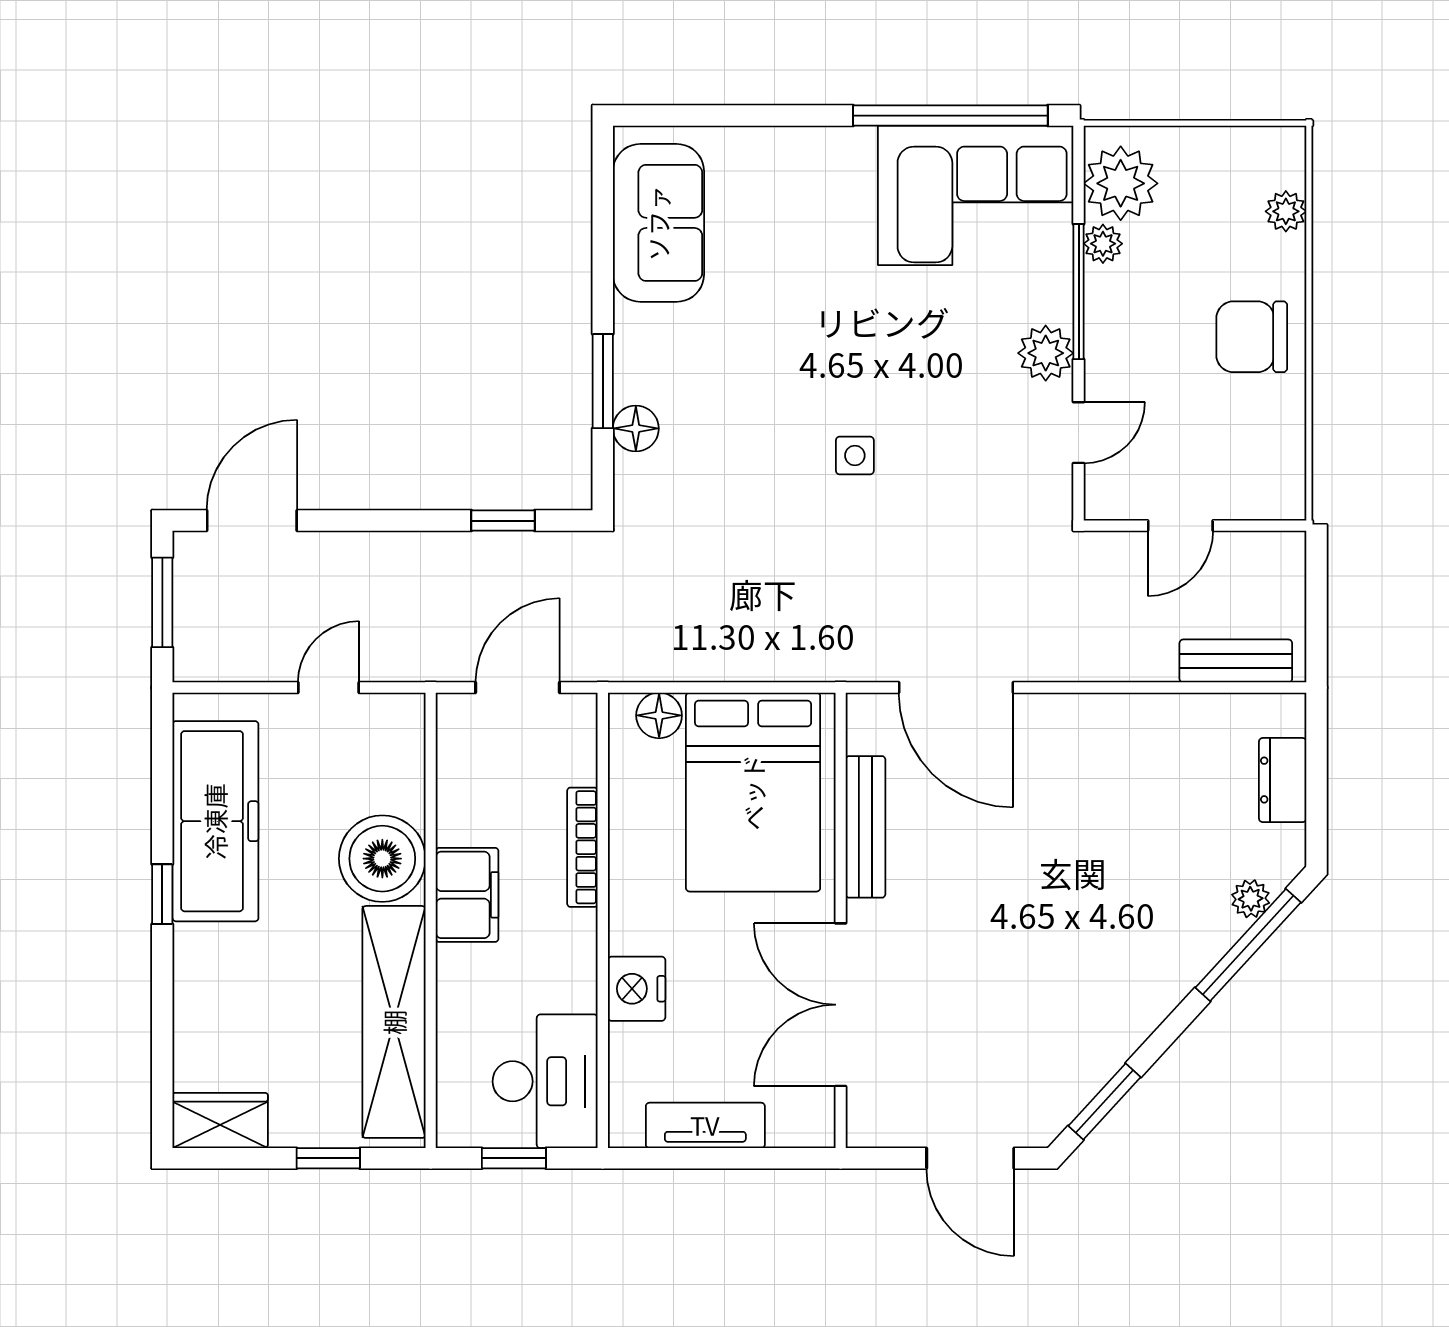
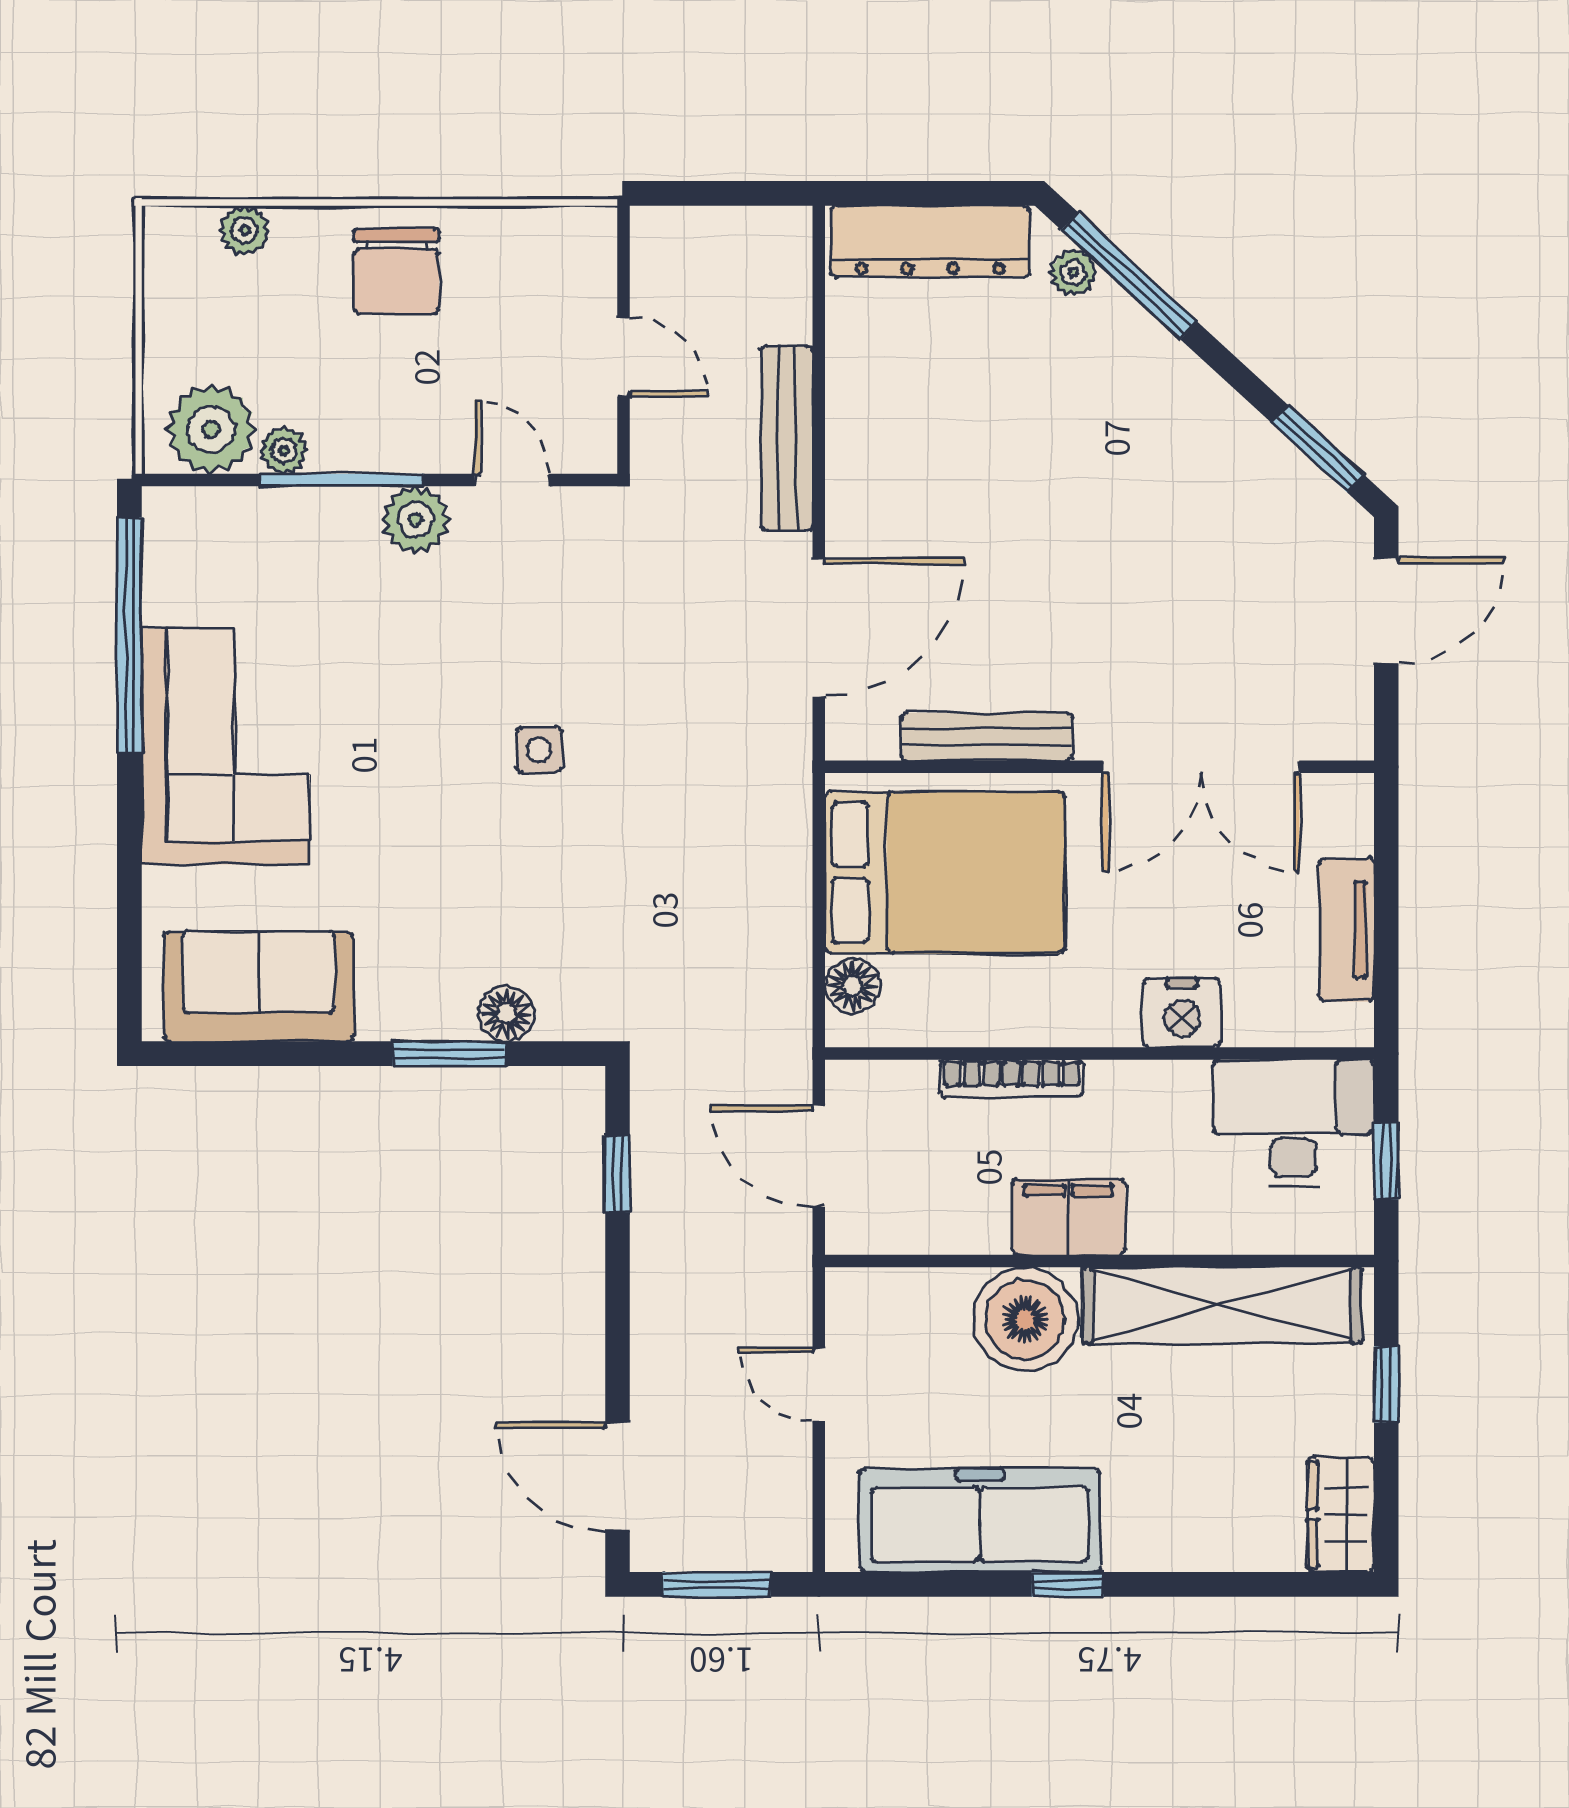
corner sofa: (976, 195) -> (226, 747), moved
bench: (1236, 661) -> (787, 438), moved, width x1.36
dresser: (1283, 780) -> (930, 241), width x1.96, depth x1.24

